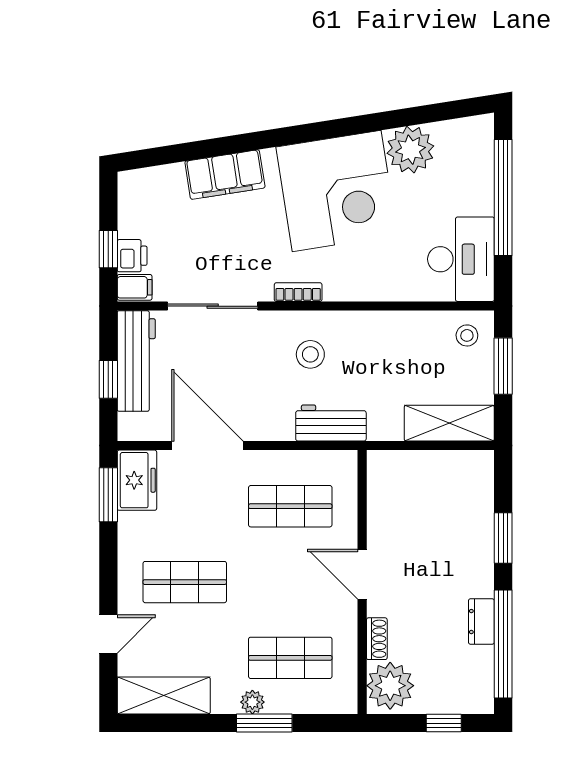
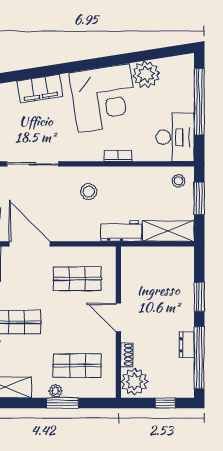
bookcase: (298, 292) -> (118, 156), moved
workbench: (331, 423) -> (121, 231), moved

